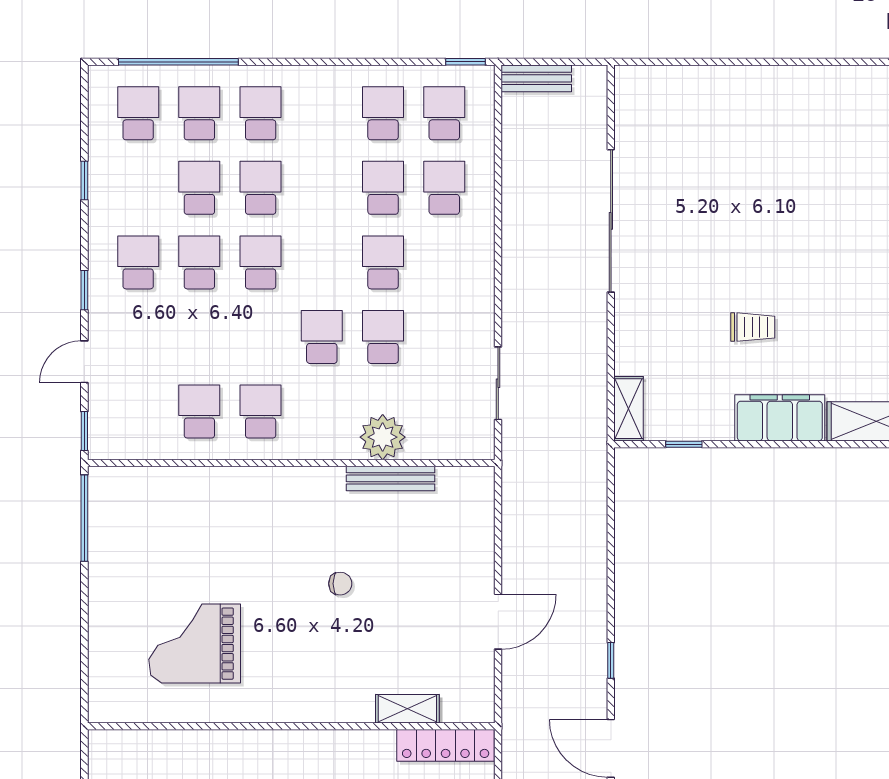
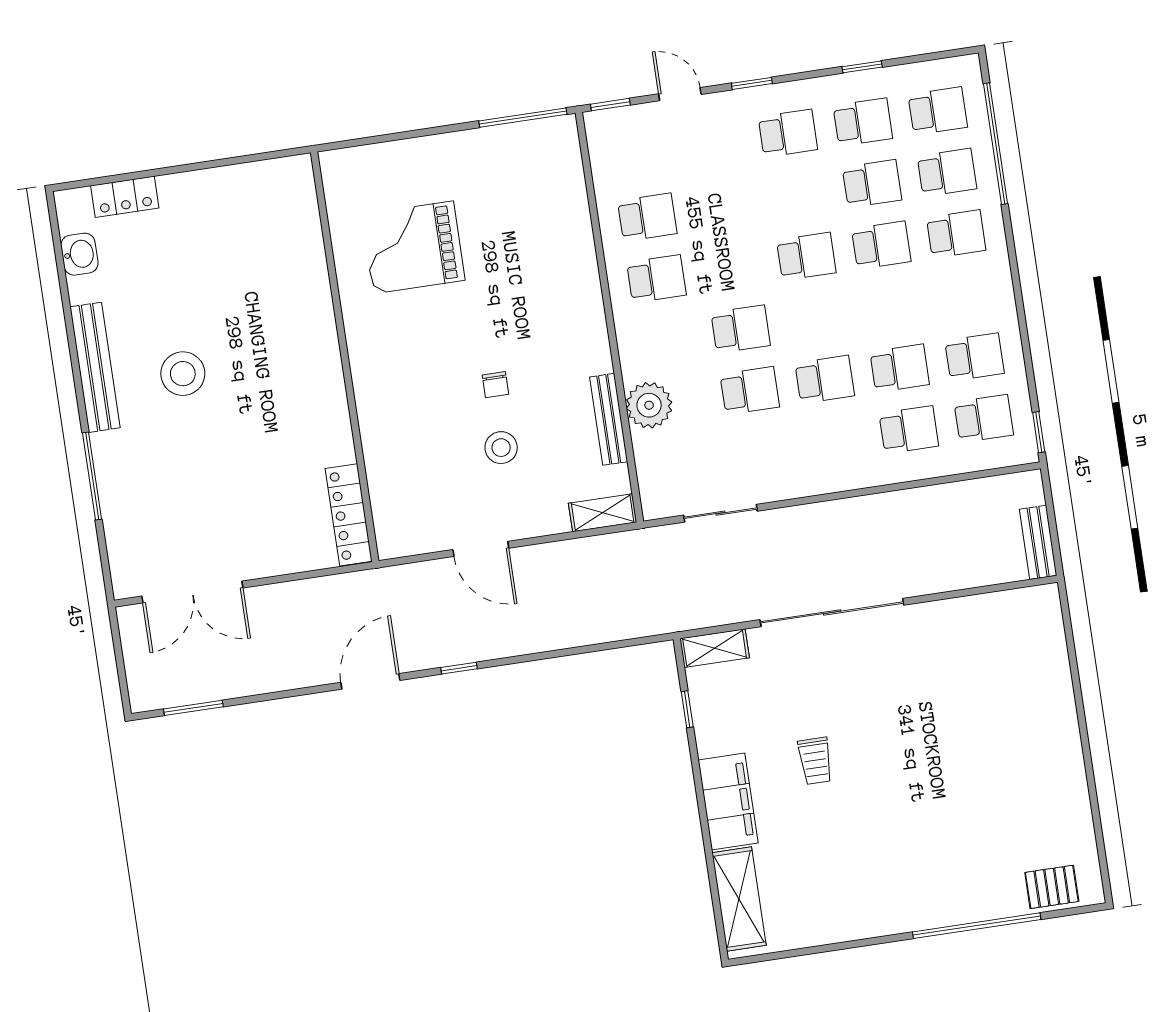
bench: (536, 78) -> (1038, 542), moved
sliding door: (611, 221) -> (832, 612), moved
school desk: (199, 262) -> (863, 122), moved
stool: (402, 587) -> (501, 448), added
grand piano: (195, 644) -> (413, 247), turned -90
shelving: (407, 709) -> (603, 513), moved, turned 90

